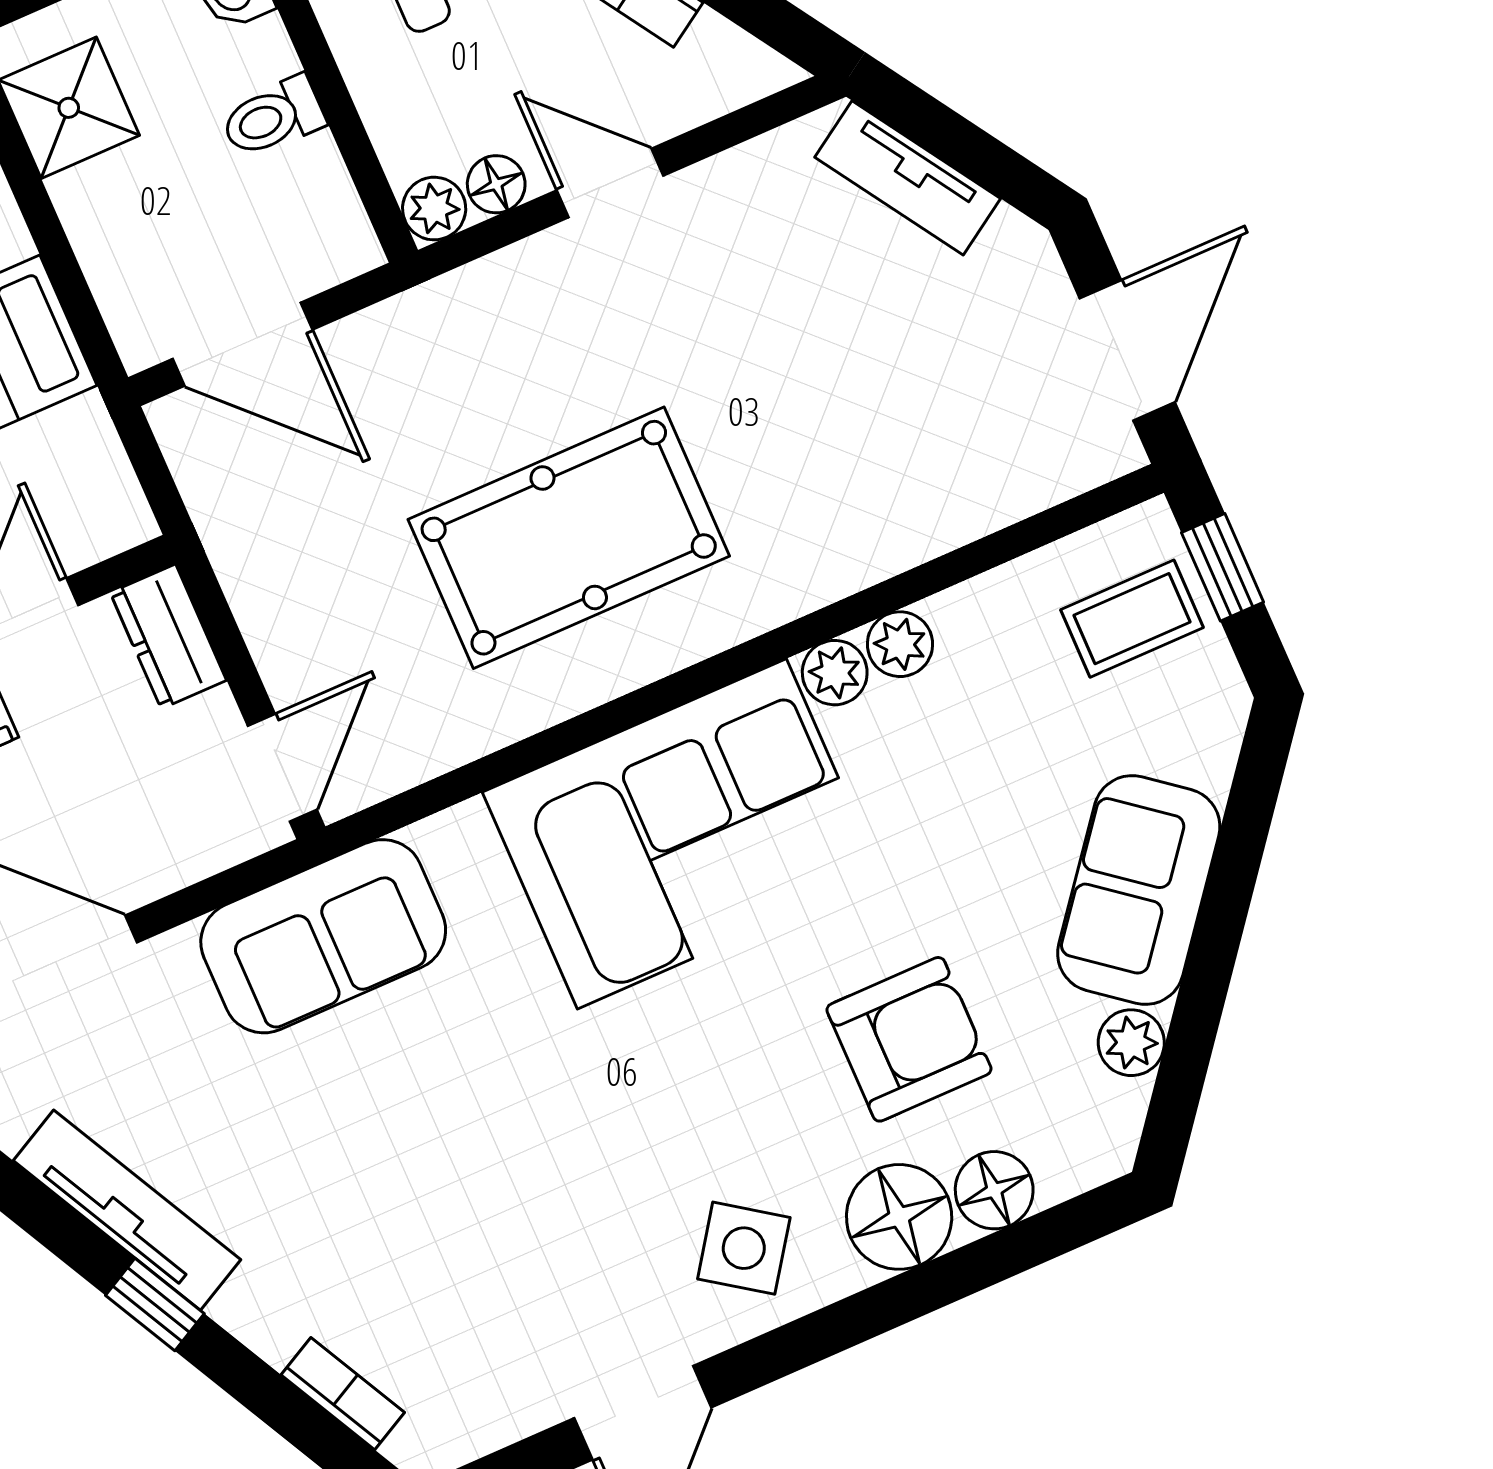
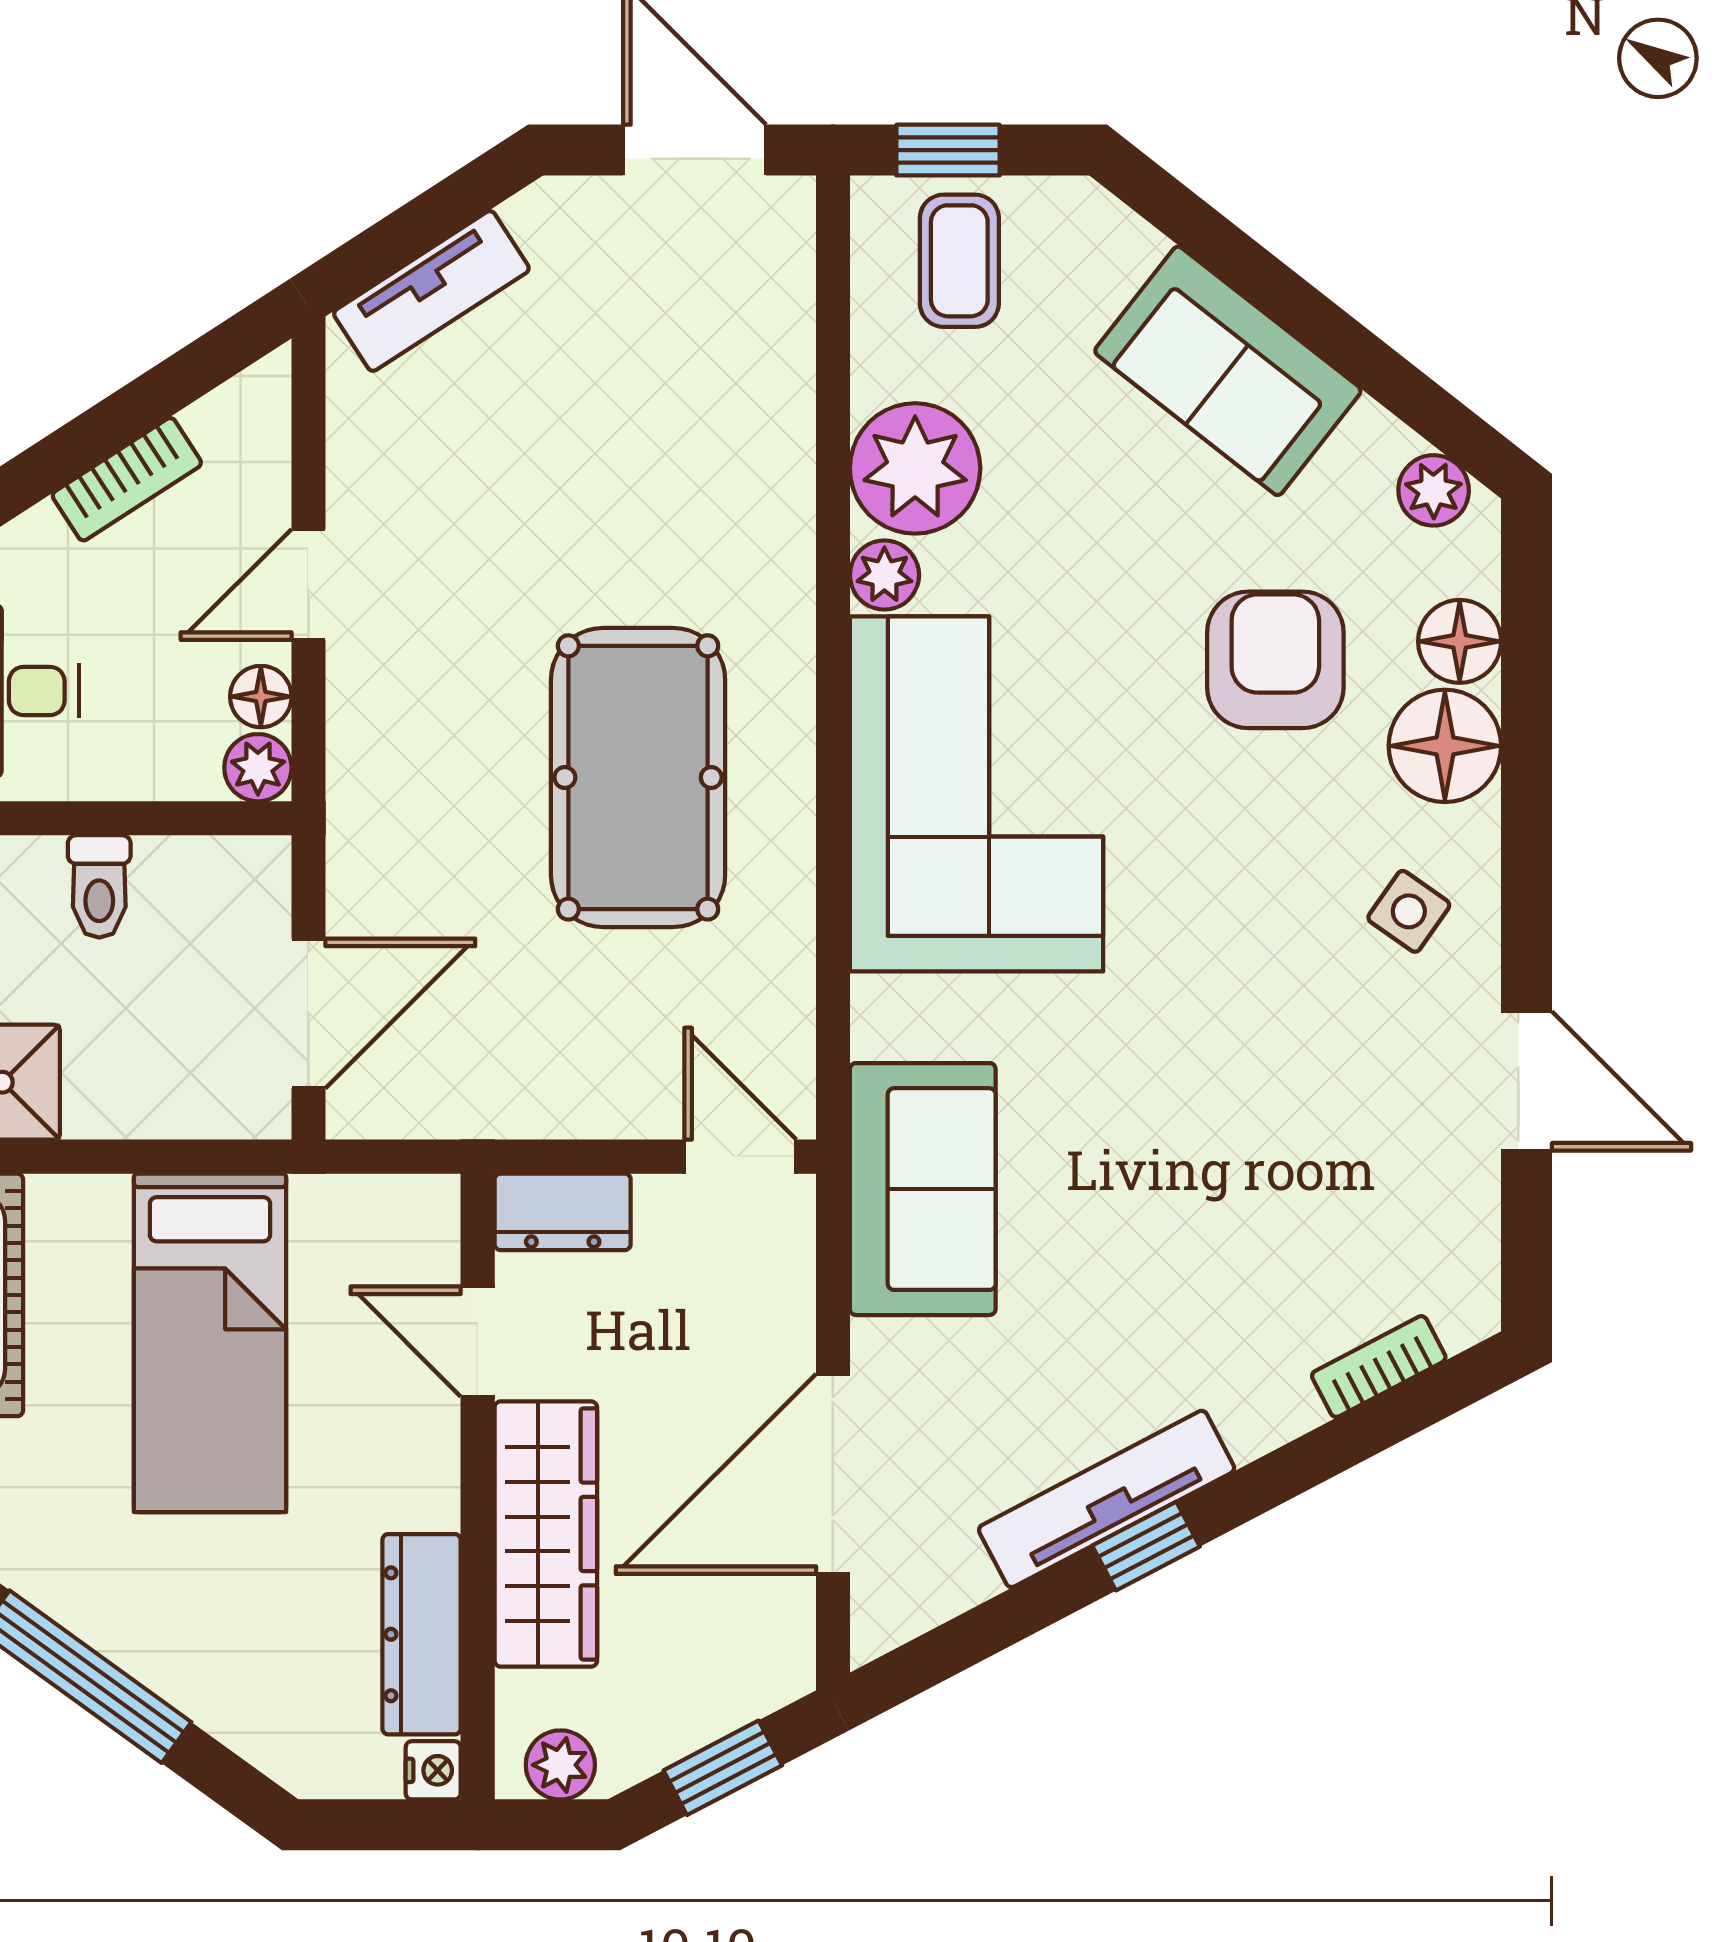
plant: (900, 644) -> (915, 468), width x1.87, depth x1.87
plant: (1131, 1043) -> (1434, 490), moved
side table: (744, 1248) -> (1409, 911), width x0.73, depth x0.73
window: (155, 1305) -> (1146, 1546), moved

